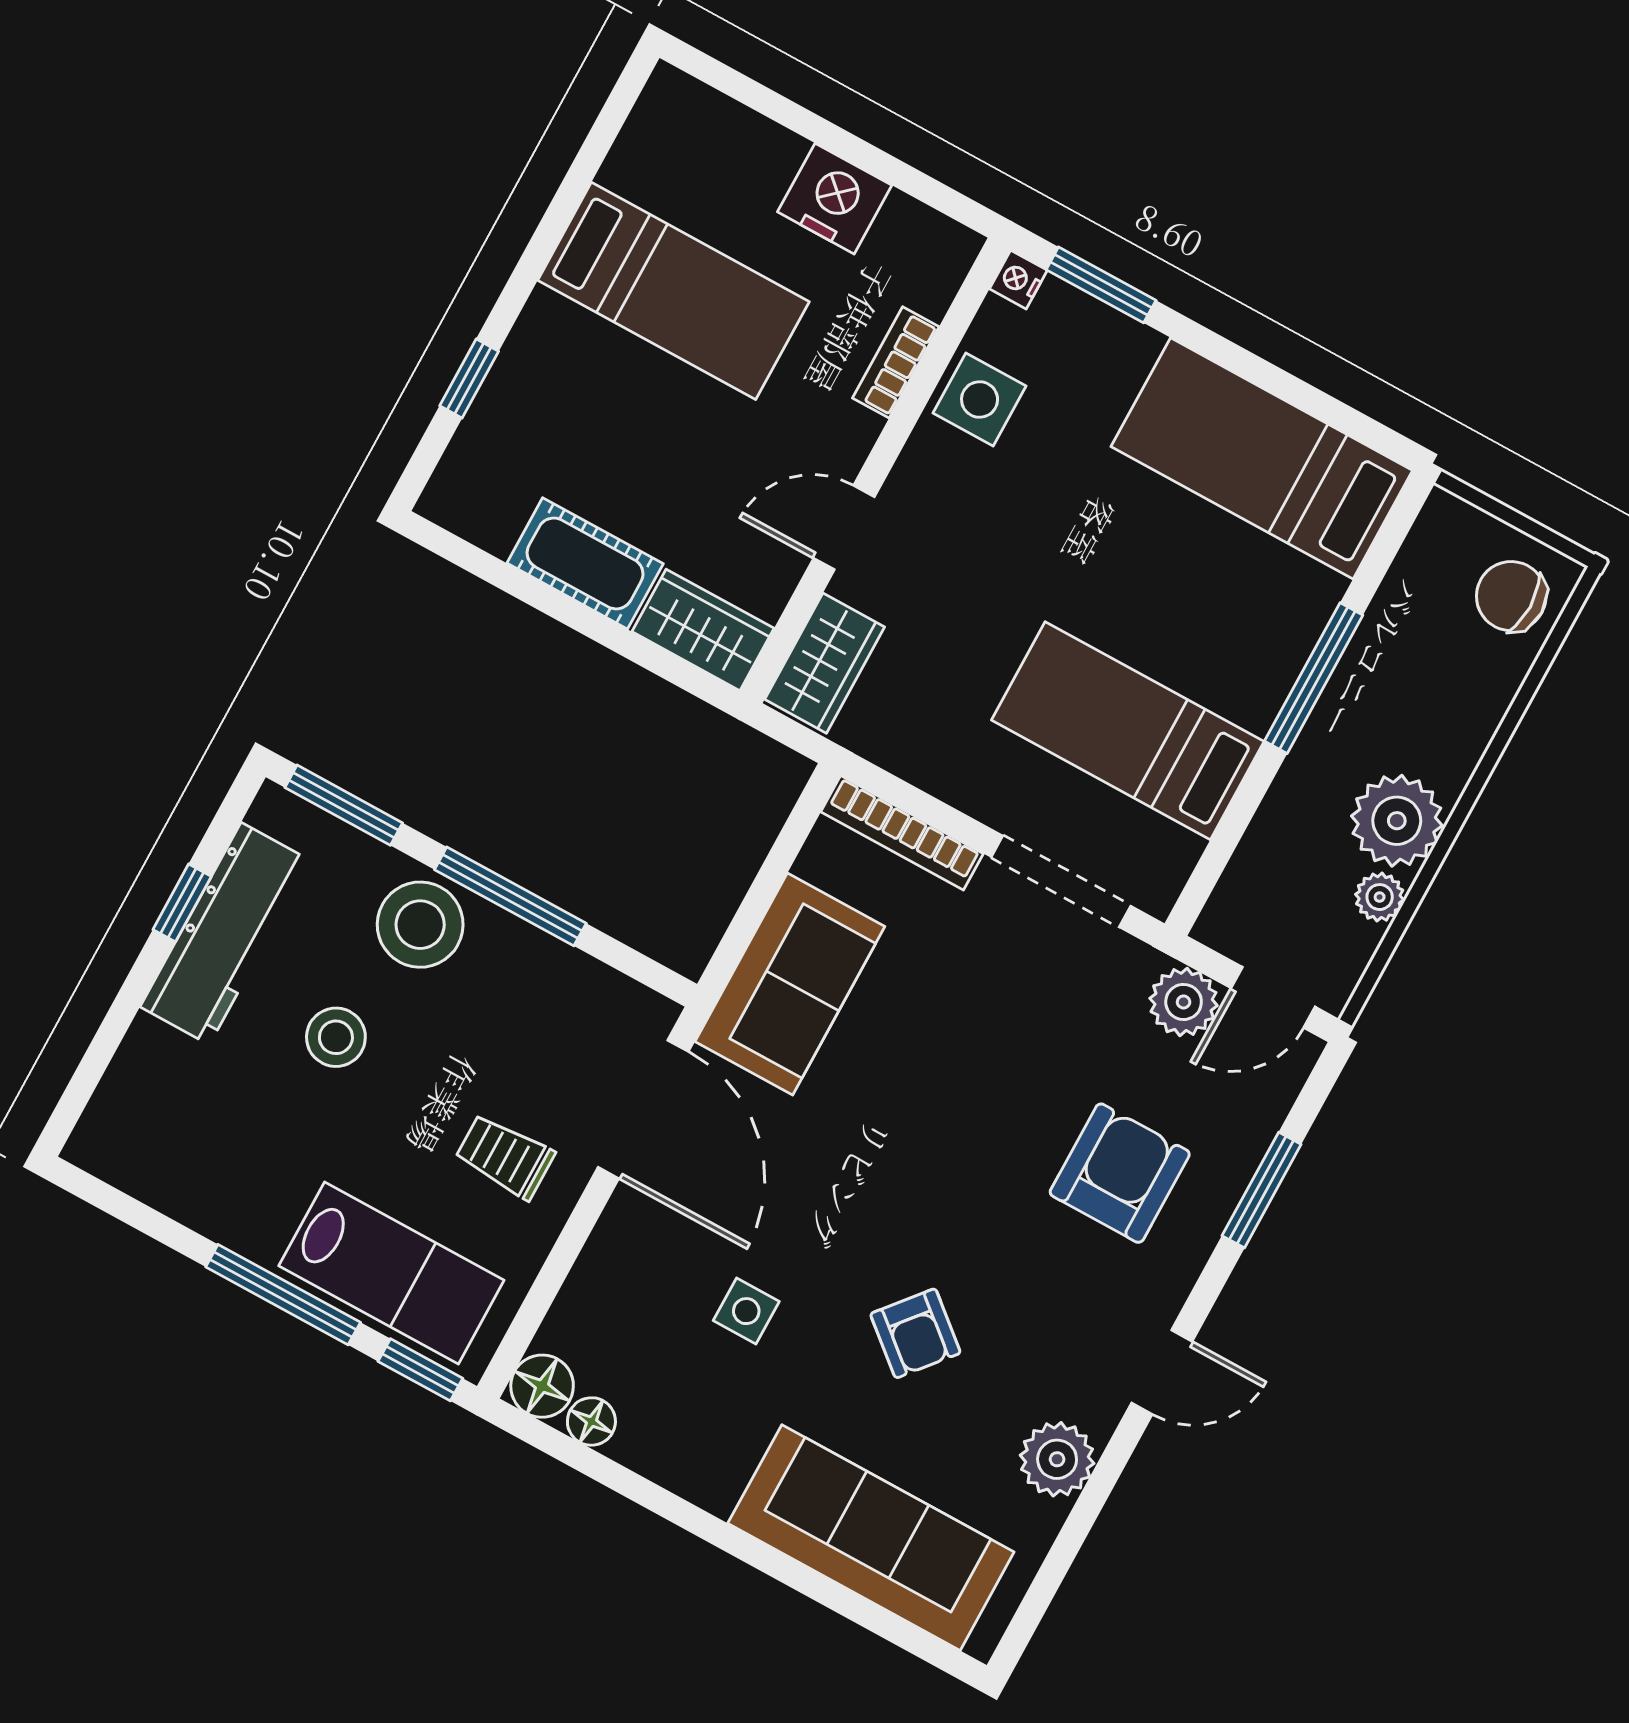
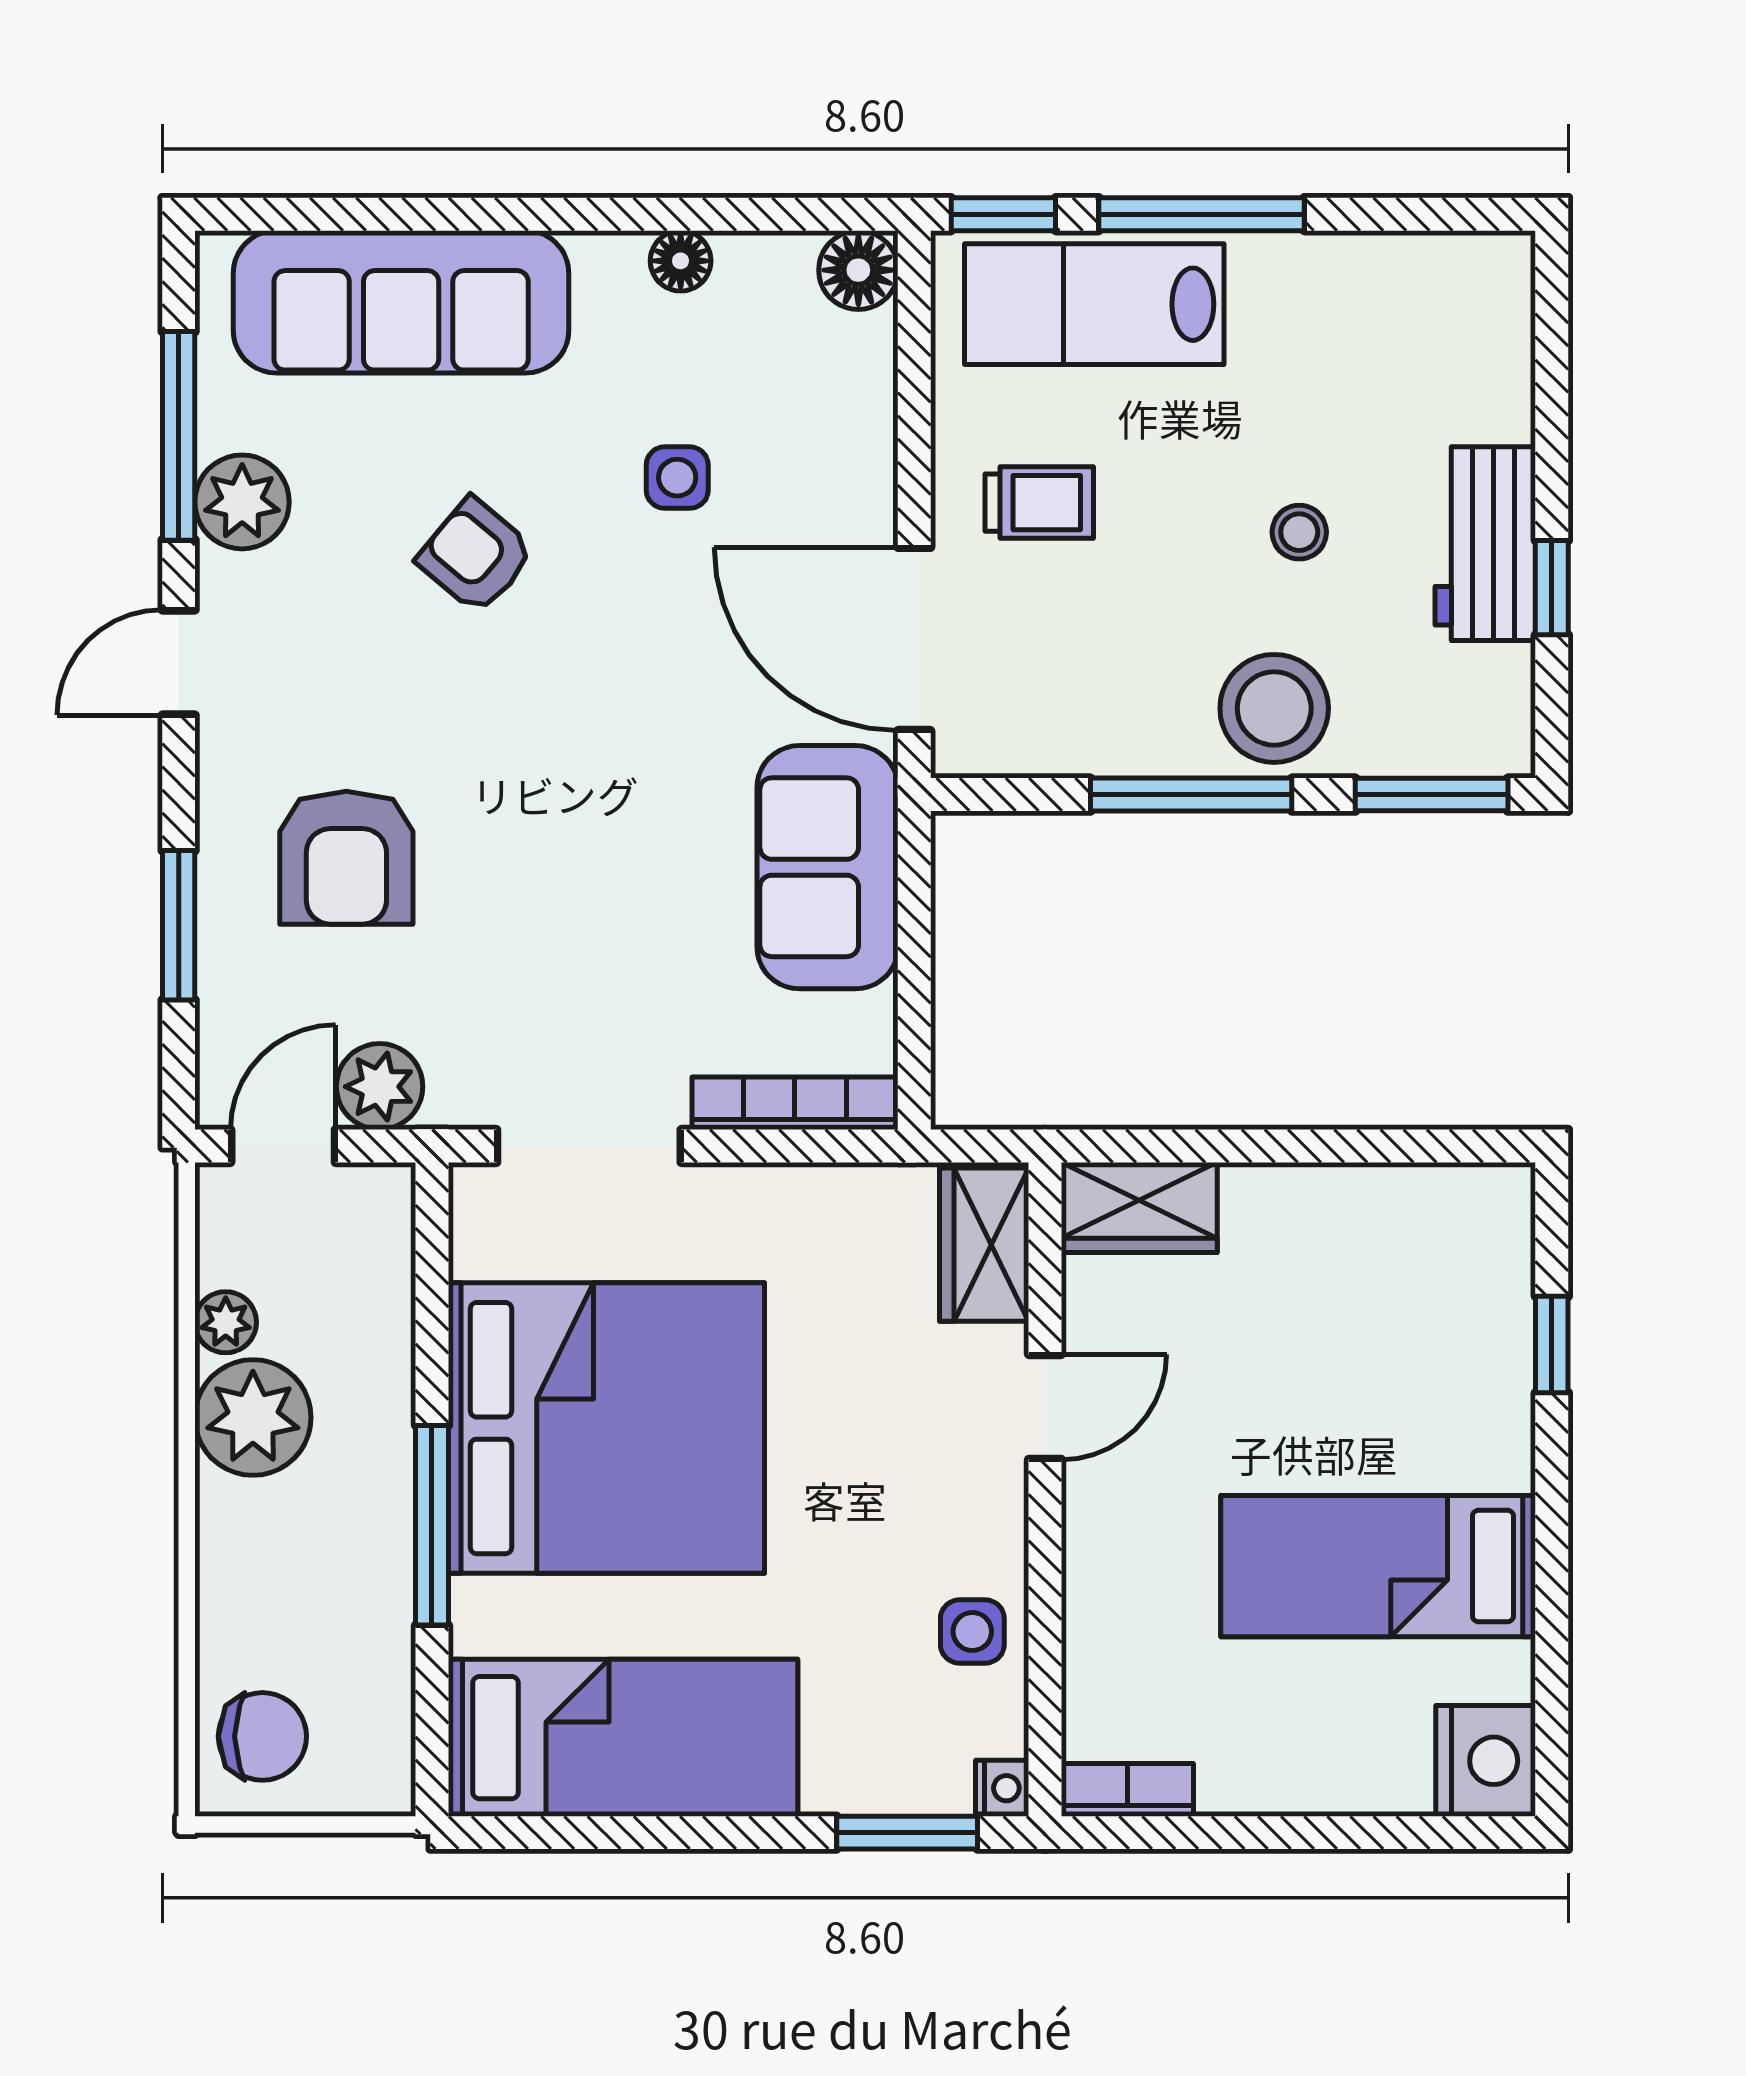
nightstand: (835, 199) -> (1486, 1761), moved, turned -90
bookcase: (896, 362) -> (1127, 1790), moved, turned -90
side table: (980, 400) -> (972, 1632), width x0.73, depth x0.73
cot: (585, 563) -> (1311, 1210), removed
bed: (1128, 731) -> (606, 1428), width x2.04
workbench: (225, 933) -> (1485, 544), width x0.73
stool: (336, 1037) -> (1299, 532), width x0.73, depth x0.73
floor lamp: (591, 1421) -> (681, 261), moved
window: (1076, 1529) -> (179, 436), added

